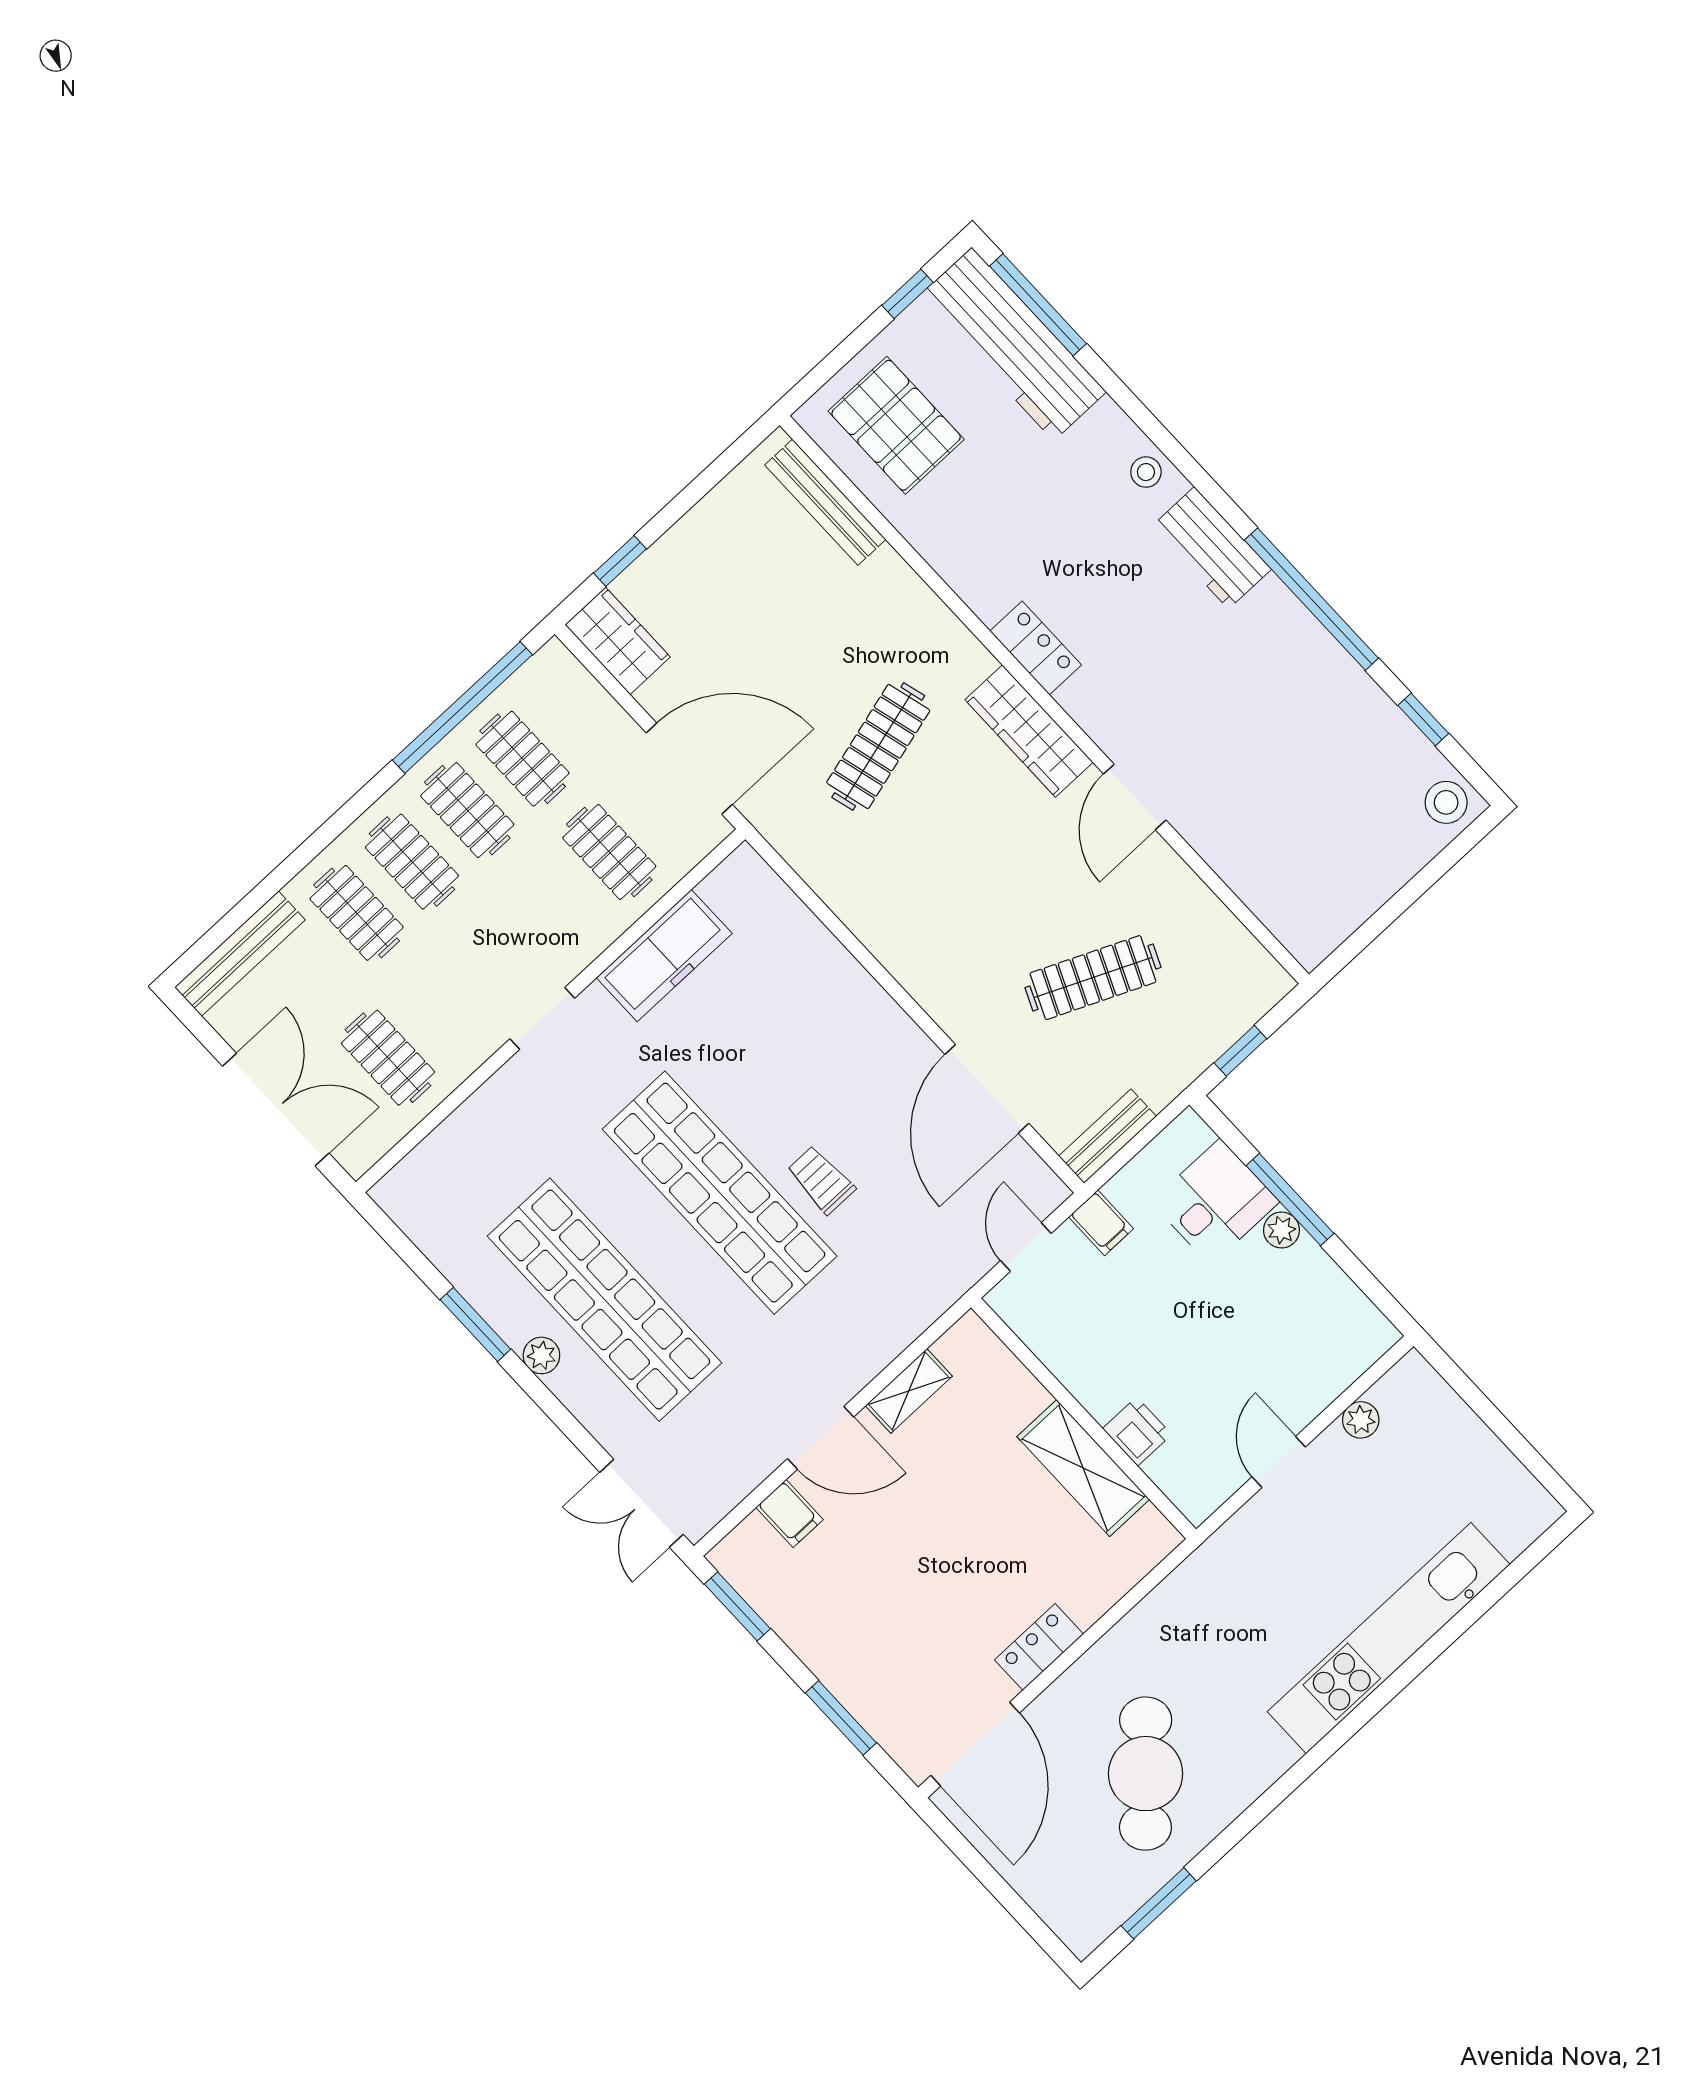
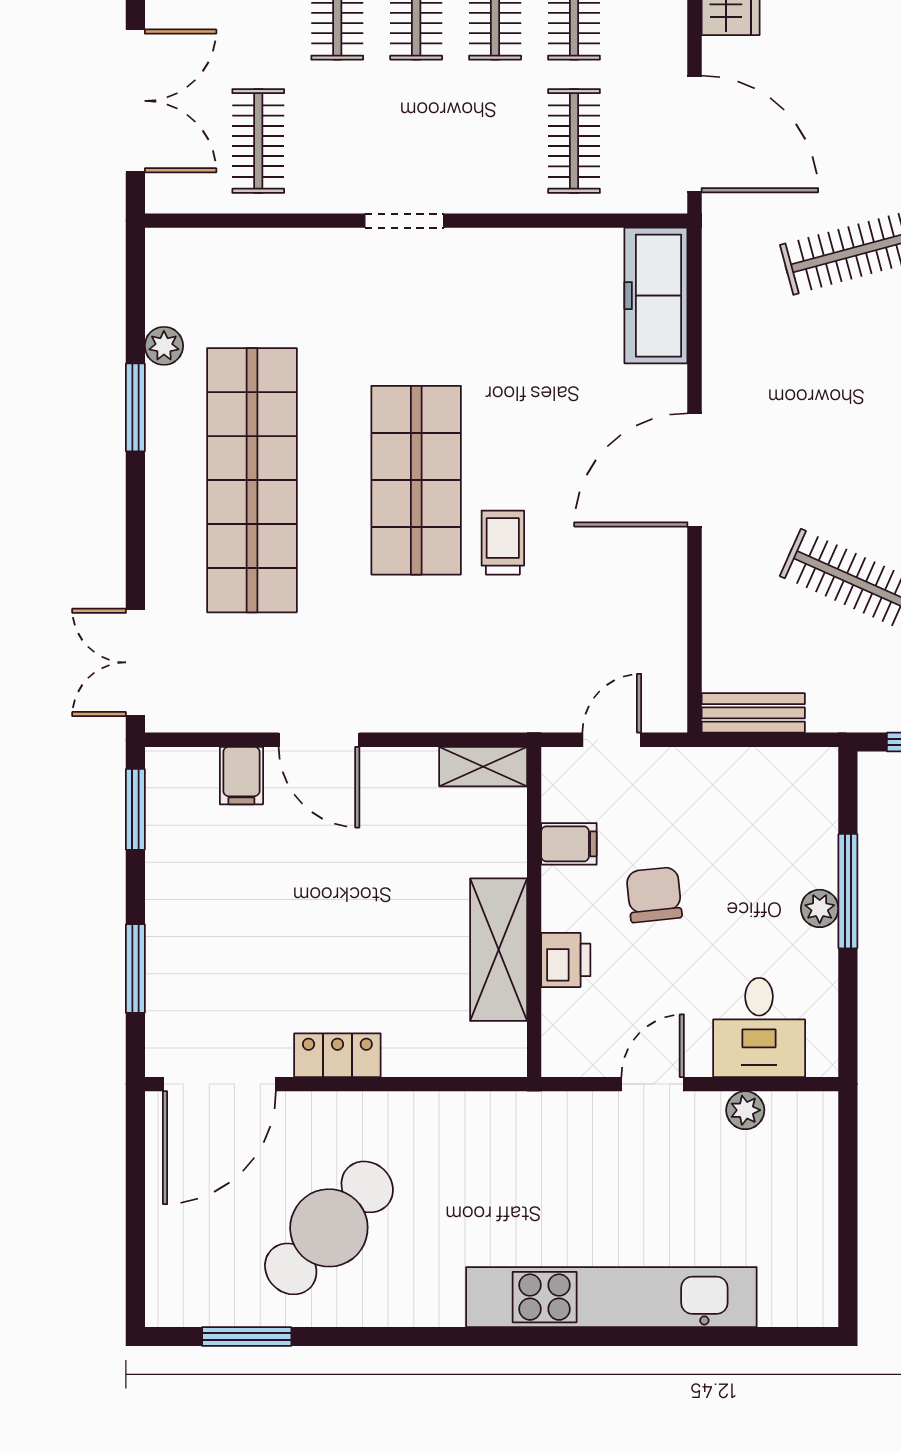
freezer: (664, 956) -> (656, 296), moved, turned 90
door: (987, 1089) -> (695, 470), moved
shop shelf: (720, 1193) -> (416, 480), width x0.71
desk: (1215, 1202) -> (759, 1027), moved, turned 90
filing cabinet: (1101, 1223) -> (569, 844), moved, turned -90
chair: (1156, 1328) -> (654, 895), added
plant: (541, 1355) -> (164, 346), moved
shelving: (909, 1391) -> (483, 767), moved

